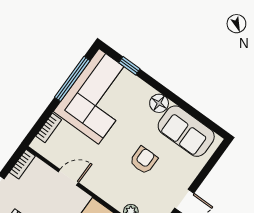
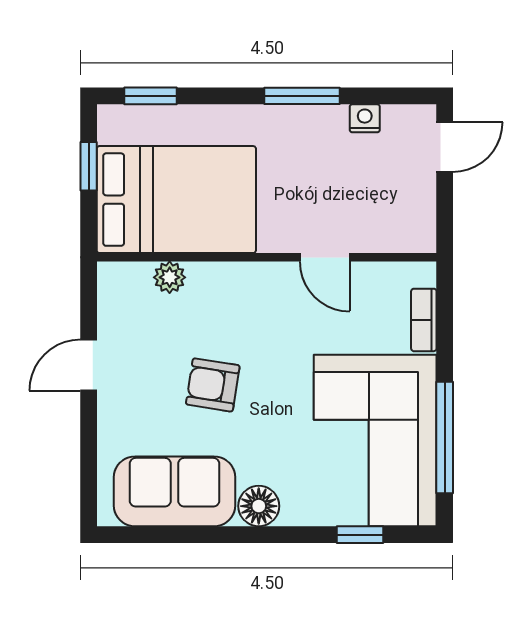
armchair: (144, 160) -> (213, 385), turned 99
bookcase: (22, 164) -> (424, 222), removed
door: (68, 177) -> (325, 257), hinge flipped

